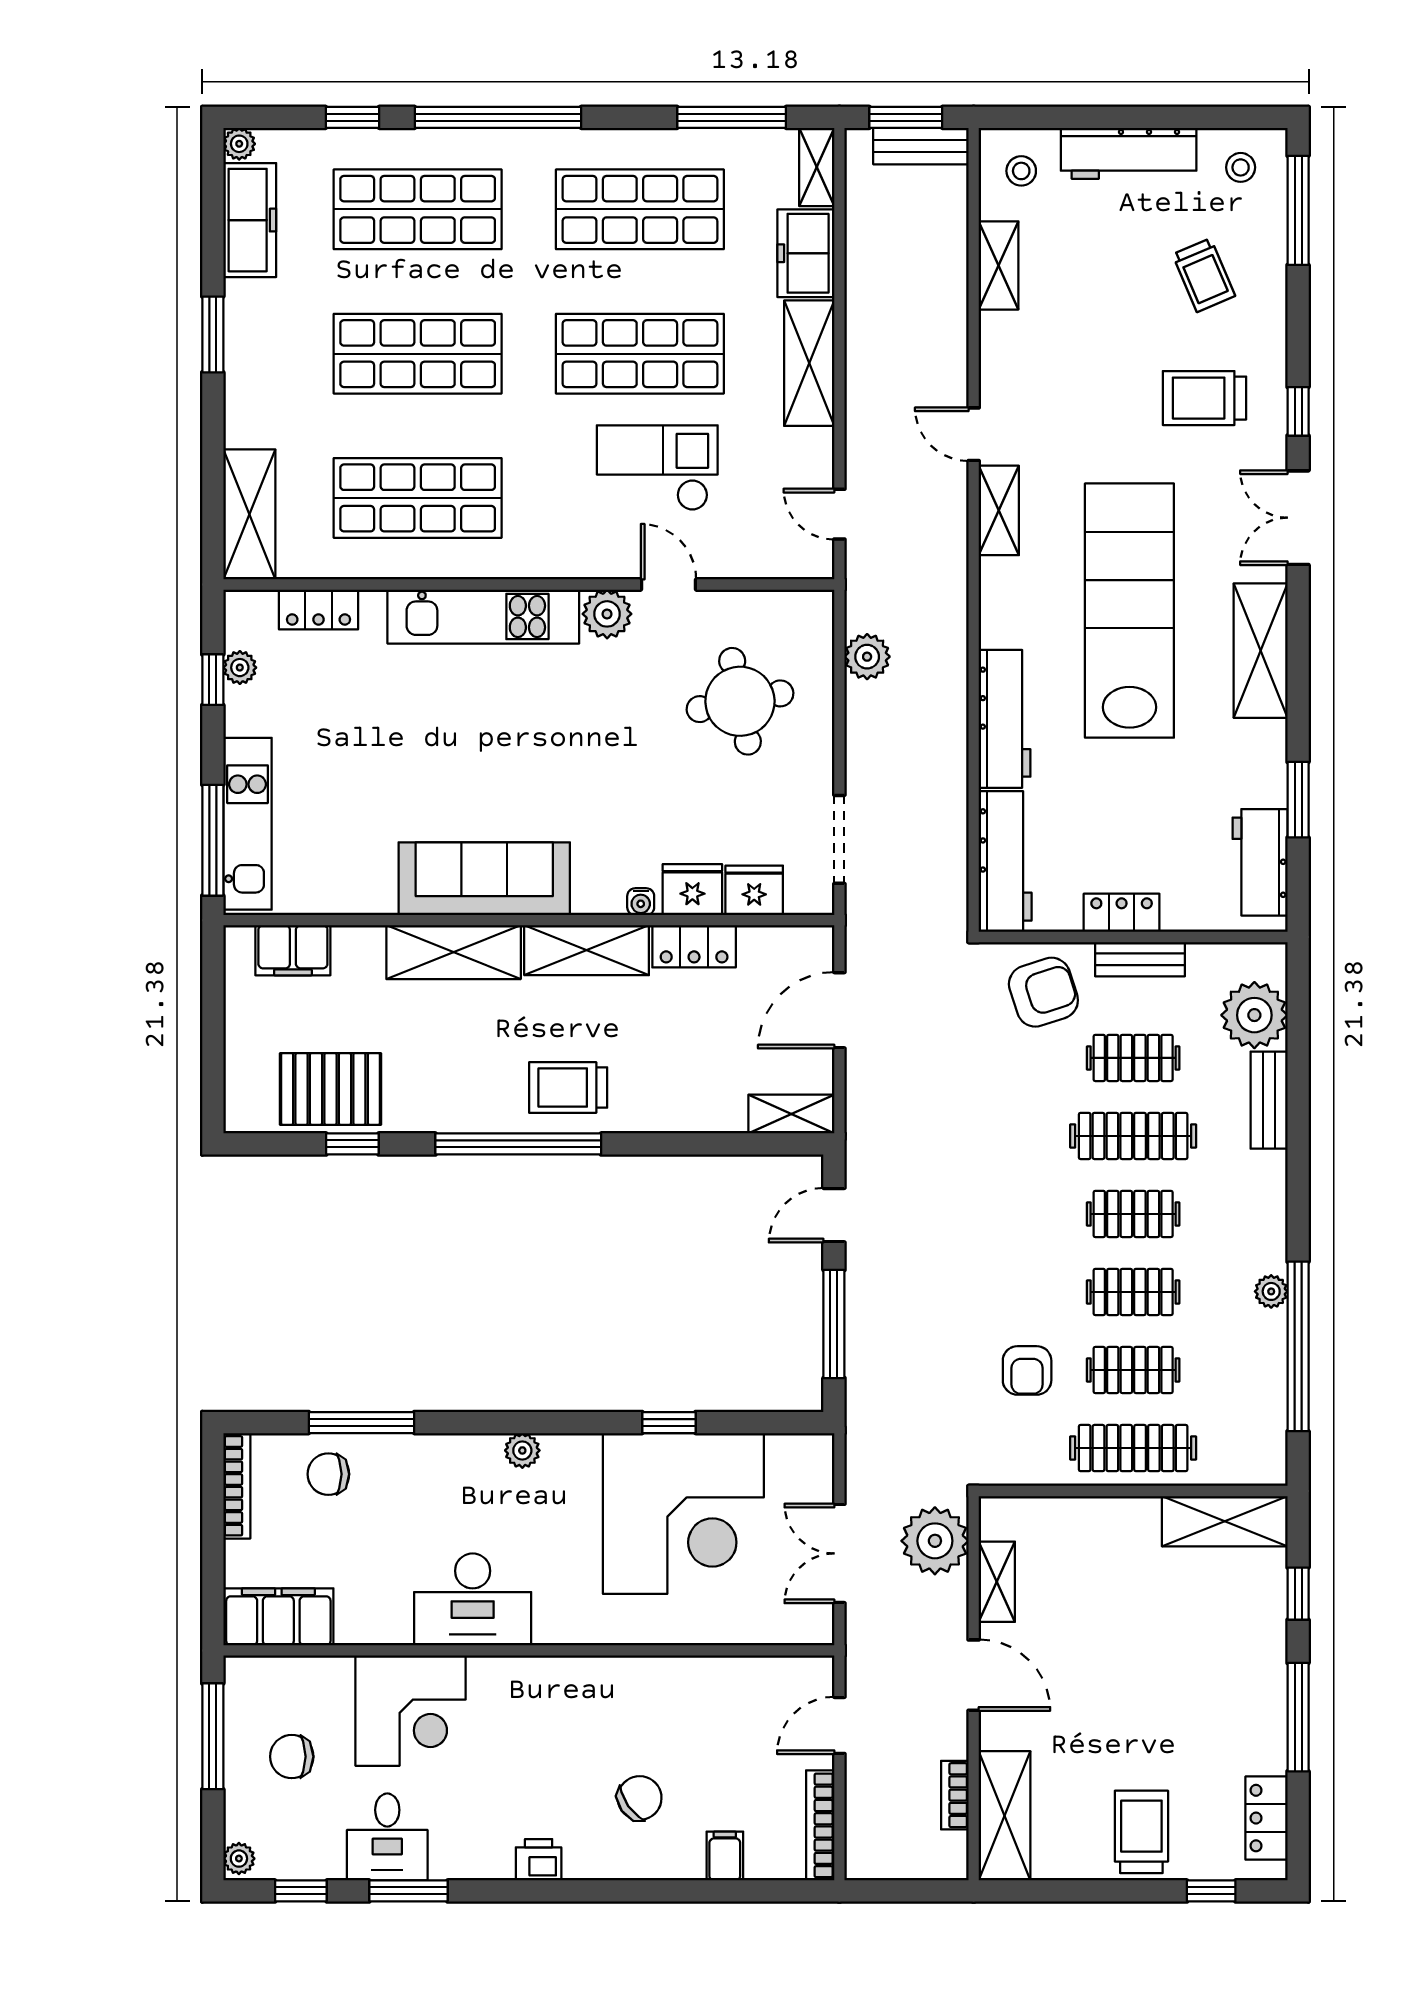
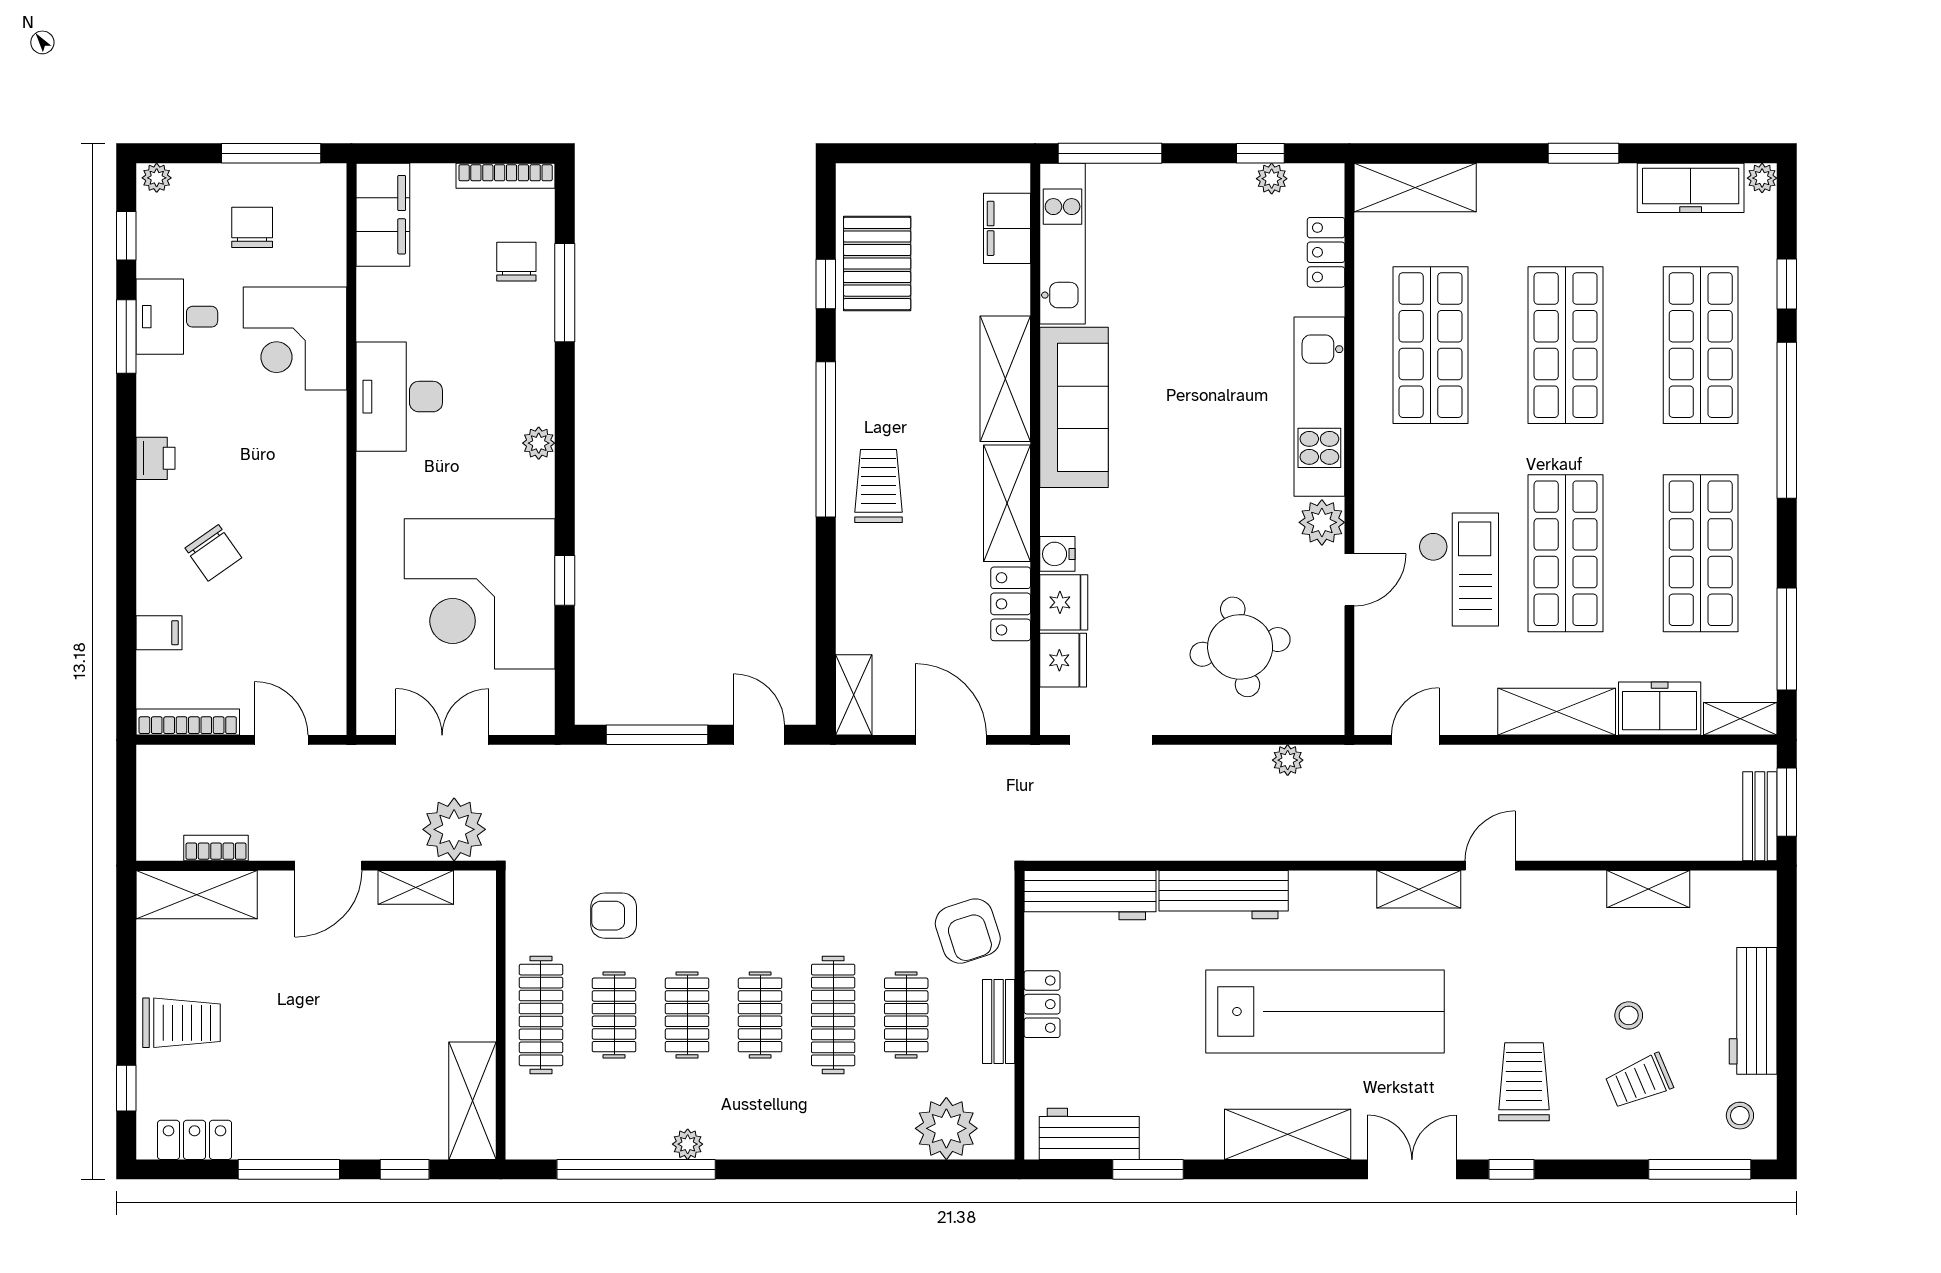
stool: (1021, 171) -> (1629, 1015), moved
plant: (867, 657) -> (1288, 760), width x0.73, depth x0.73
kitchen unit: (247, 824) -> (1063, 244), moved, turned -90
water cooler: (641, 902) -> (1057, 554), width x1.38, depth x1.38
bench: (1269, 1100) -> (867, 1142), removed

